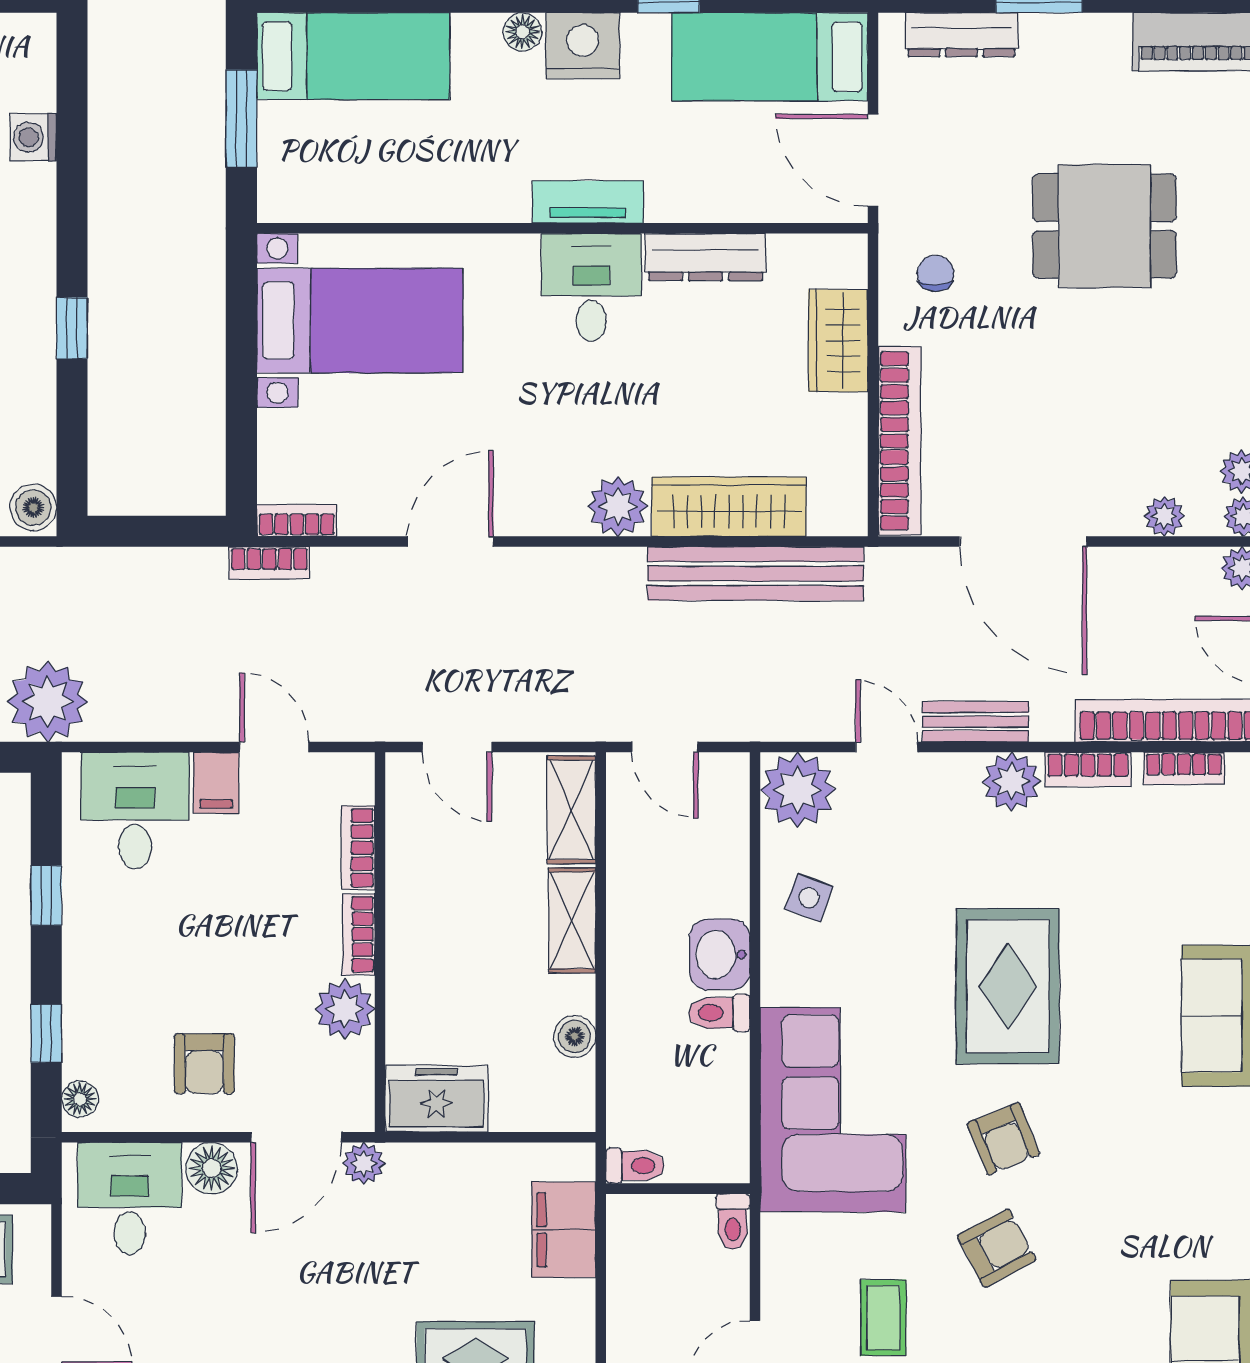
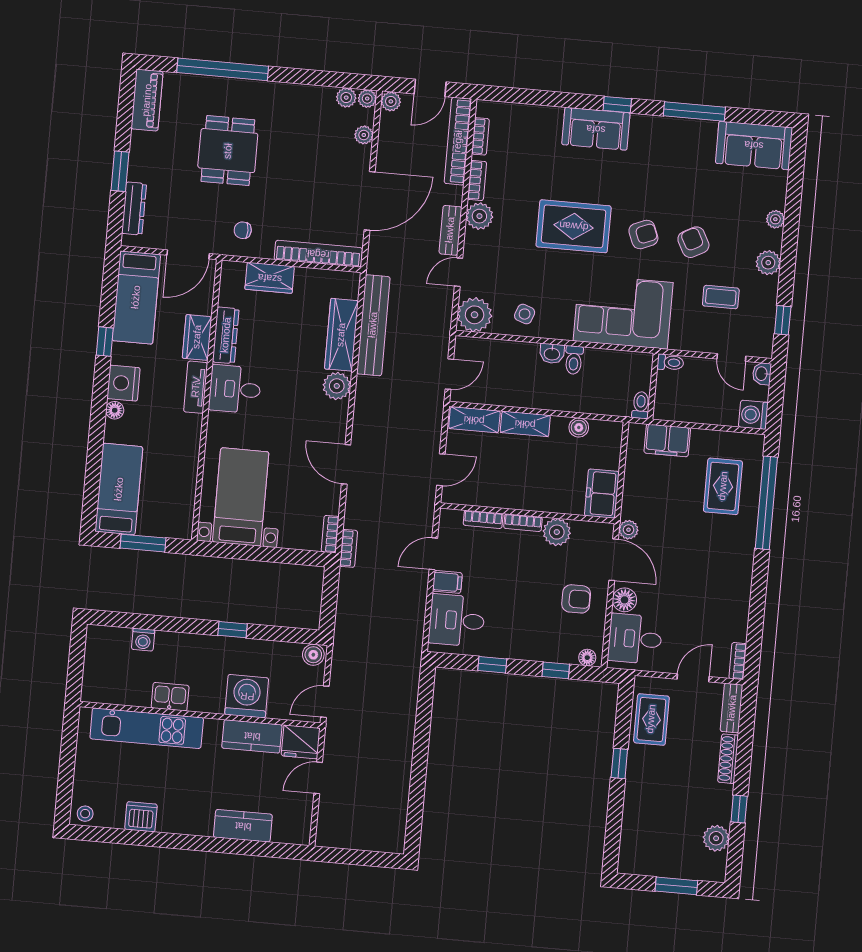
wardrobe: (695, 196) -> (197, 337), added
plant: (48, 702) -> (403, 656), removed
washbasin: (720, 954) -> (552, 354), width x0.72, depth x0.69

